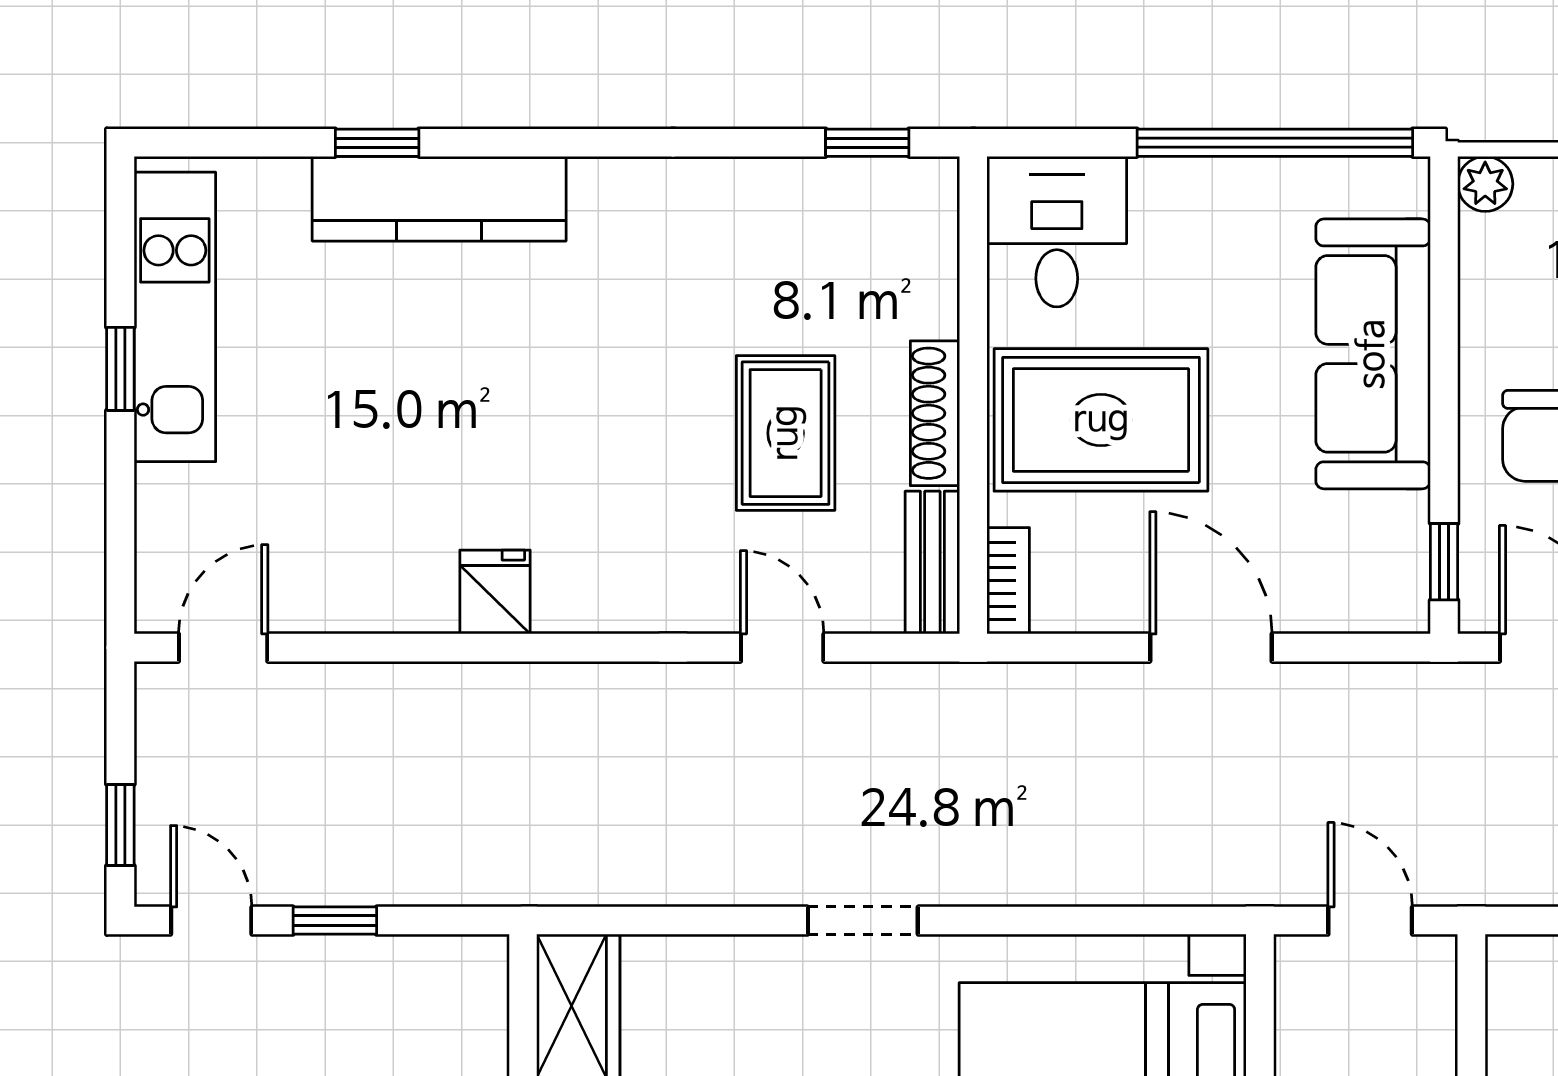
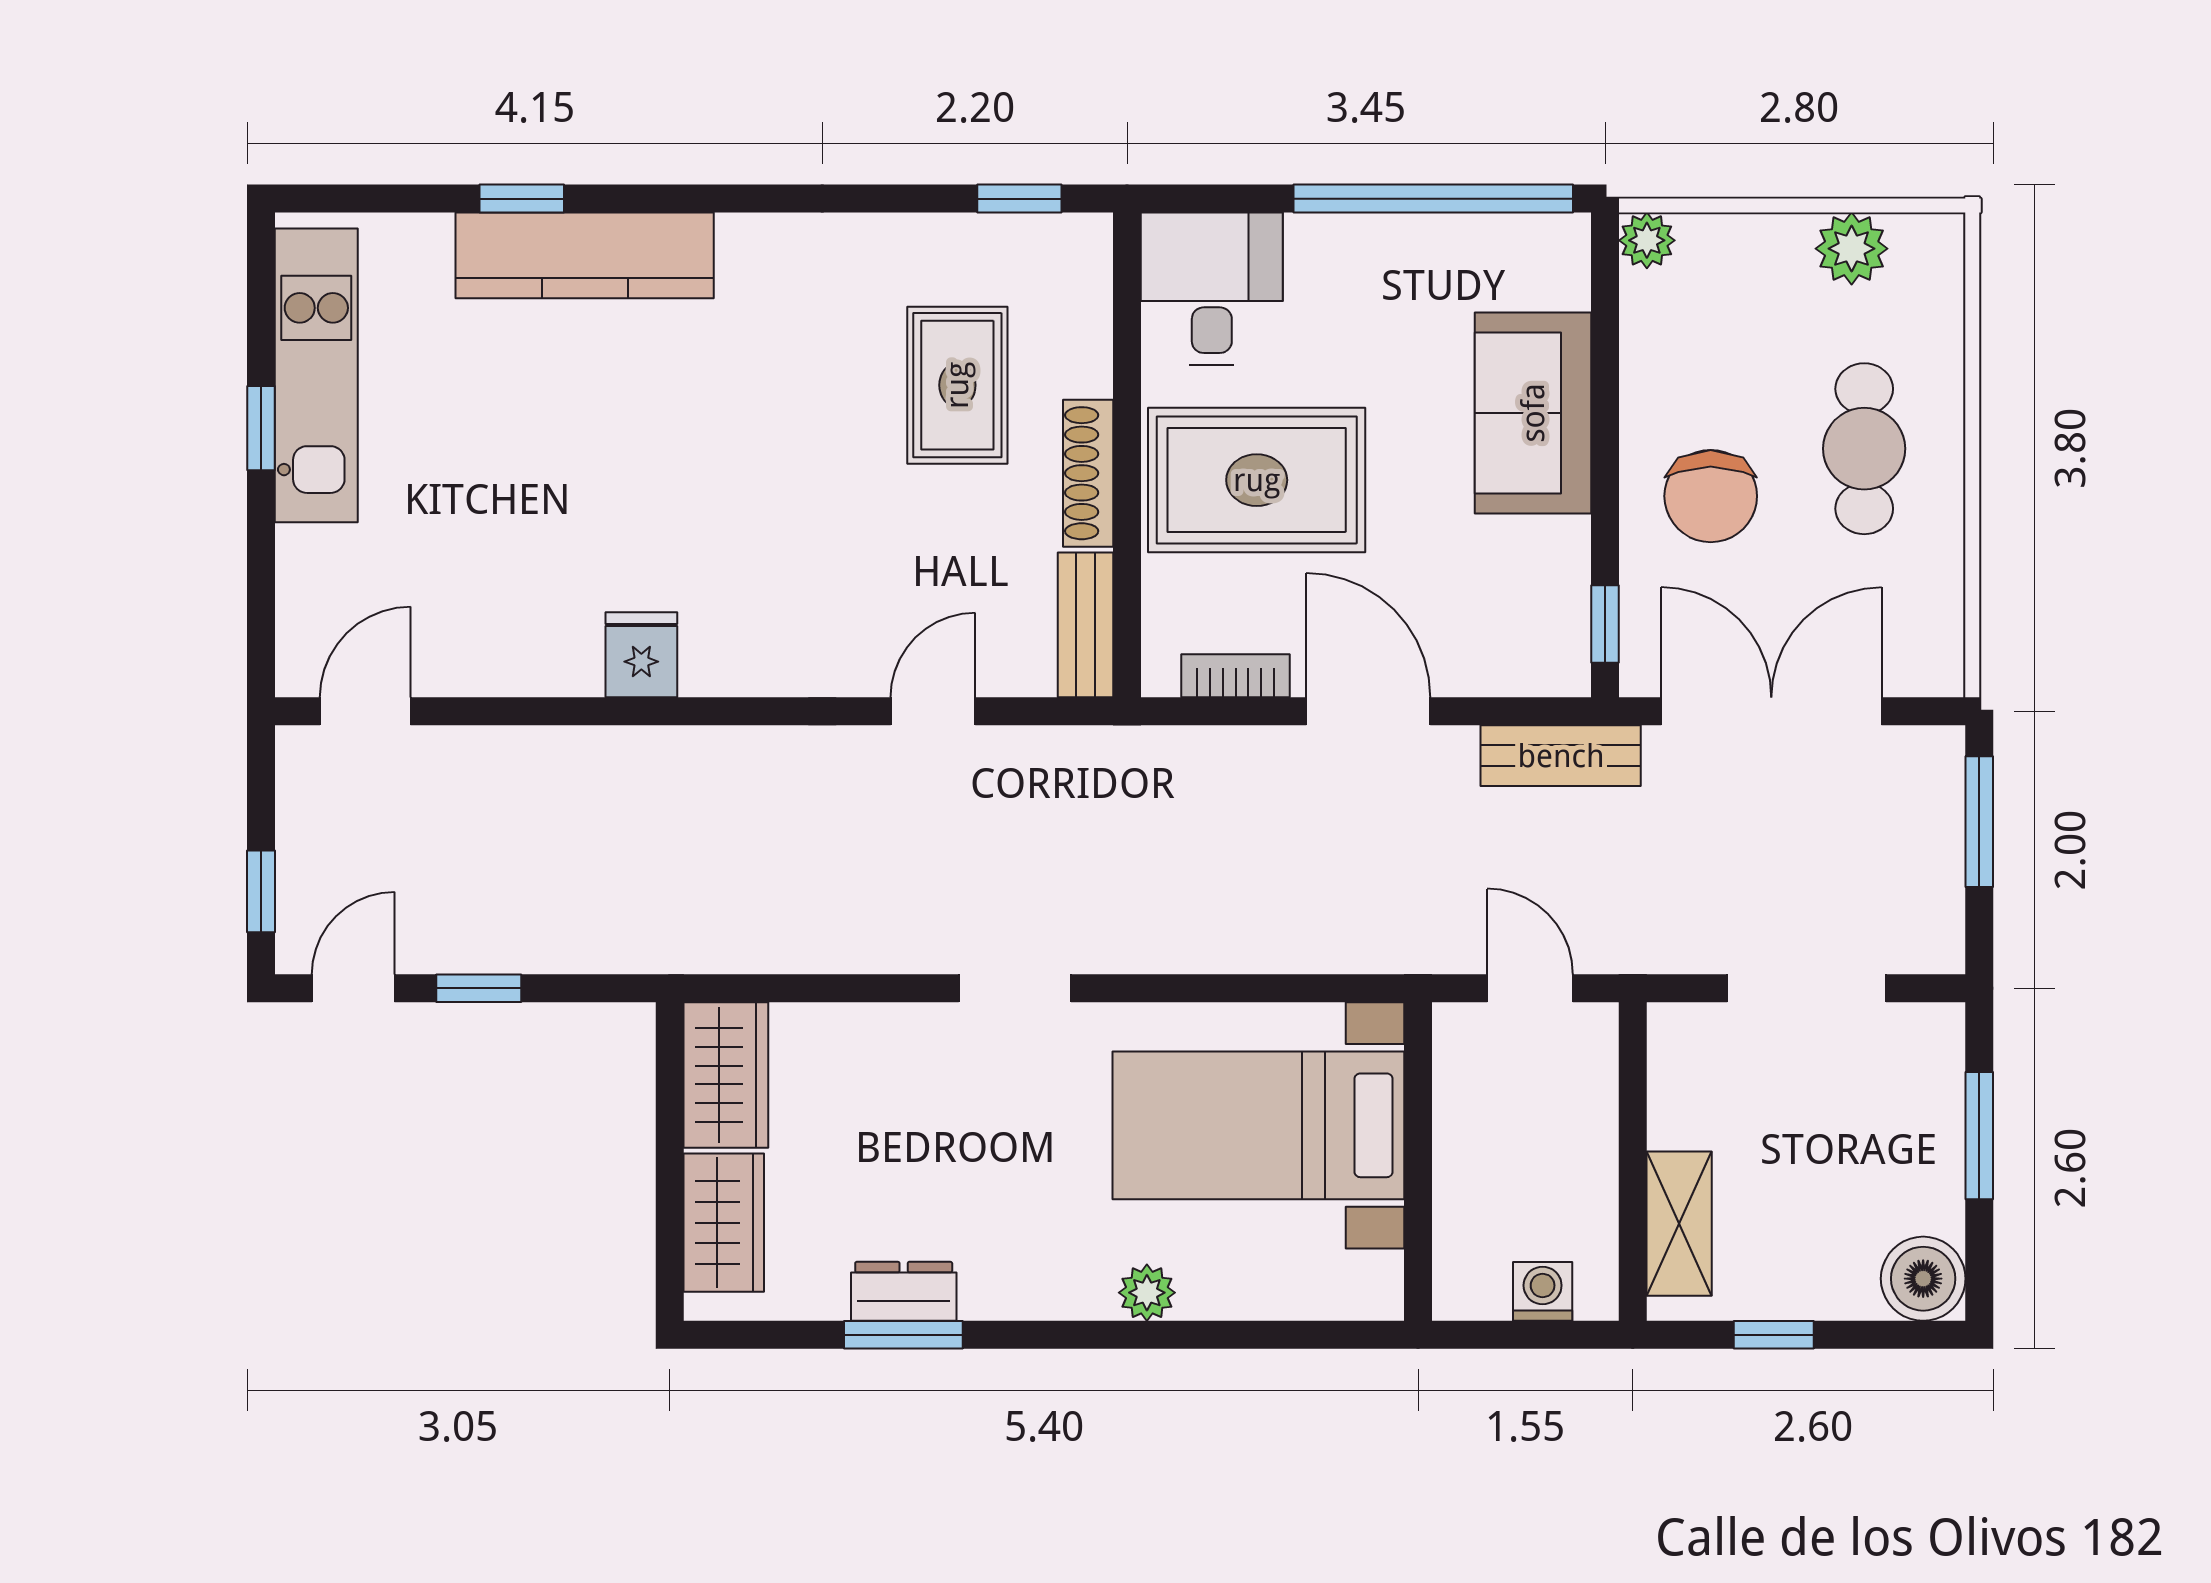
sofa: (1373, 354) -> (1533, 413), width x0.73
rug: (786, 433) -> (957, 385), moved
bookcase: (1008, 581) -> (1236, 676), moved, turned -90
door: (782, 648) -> (933, 711), hinge flipped
bench: (1400, 691) -> (1561, 756), added
door: (211, 921) -> (353, 988), hinge flipped

